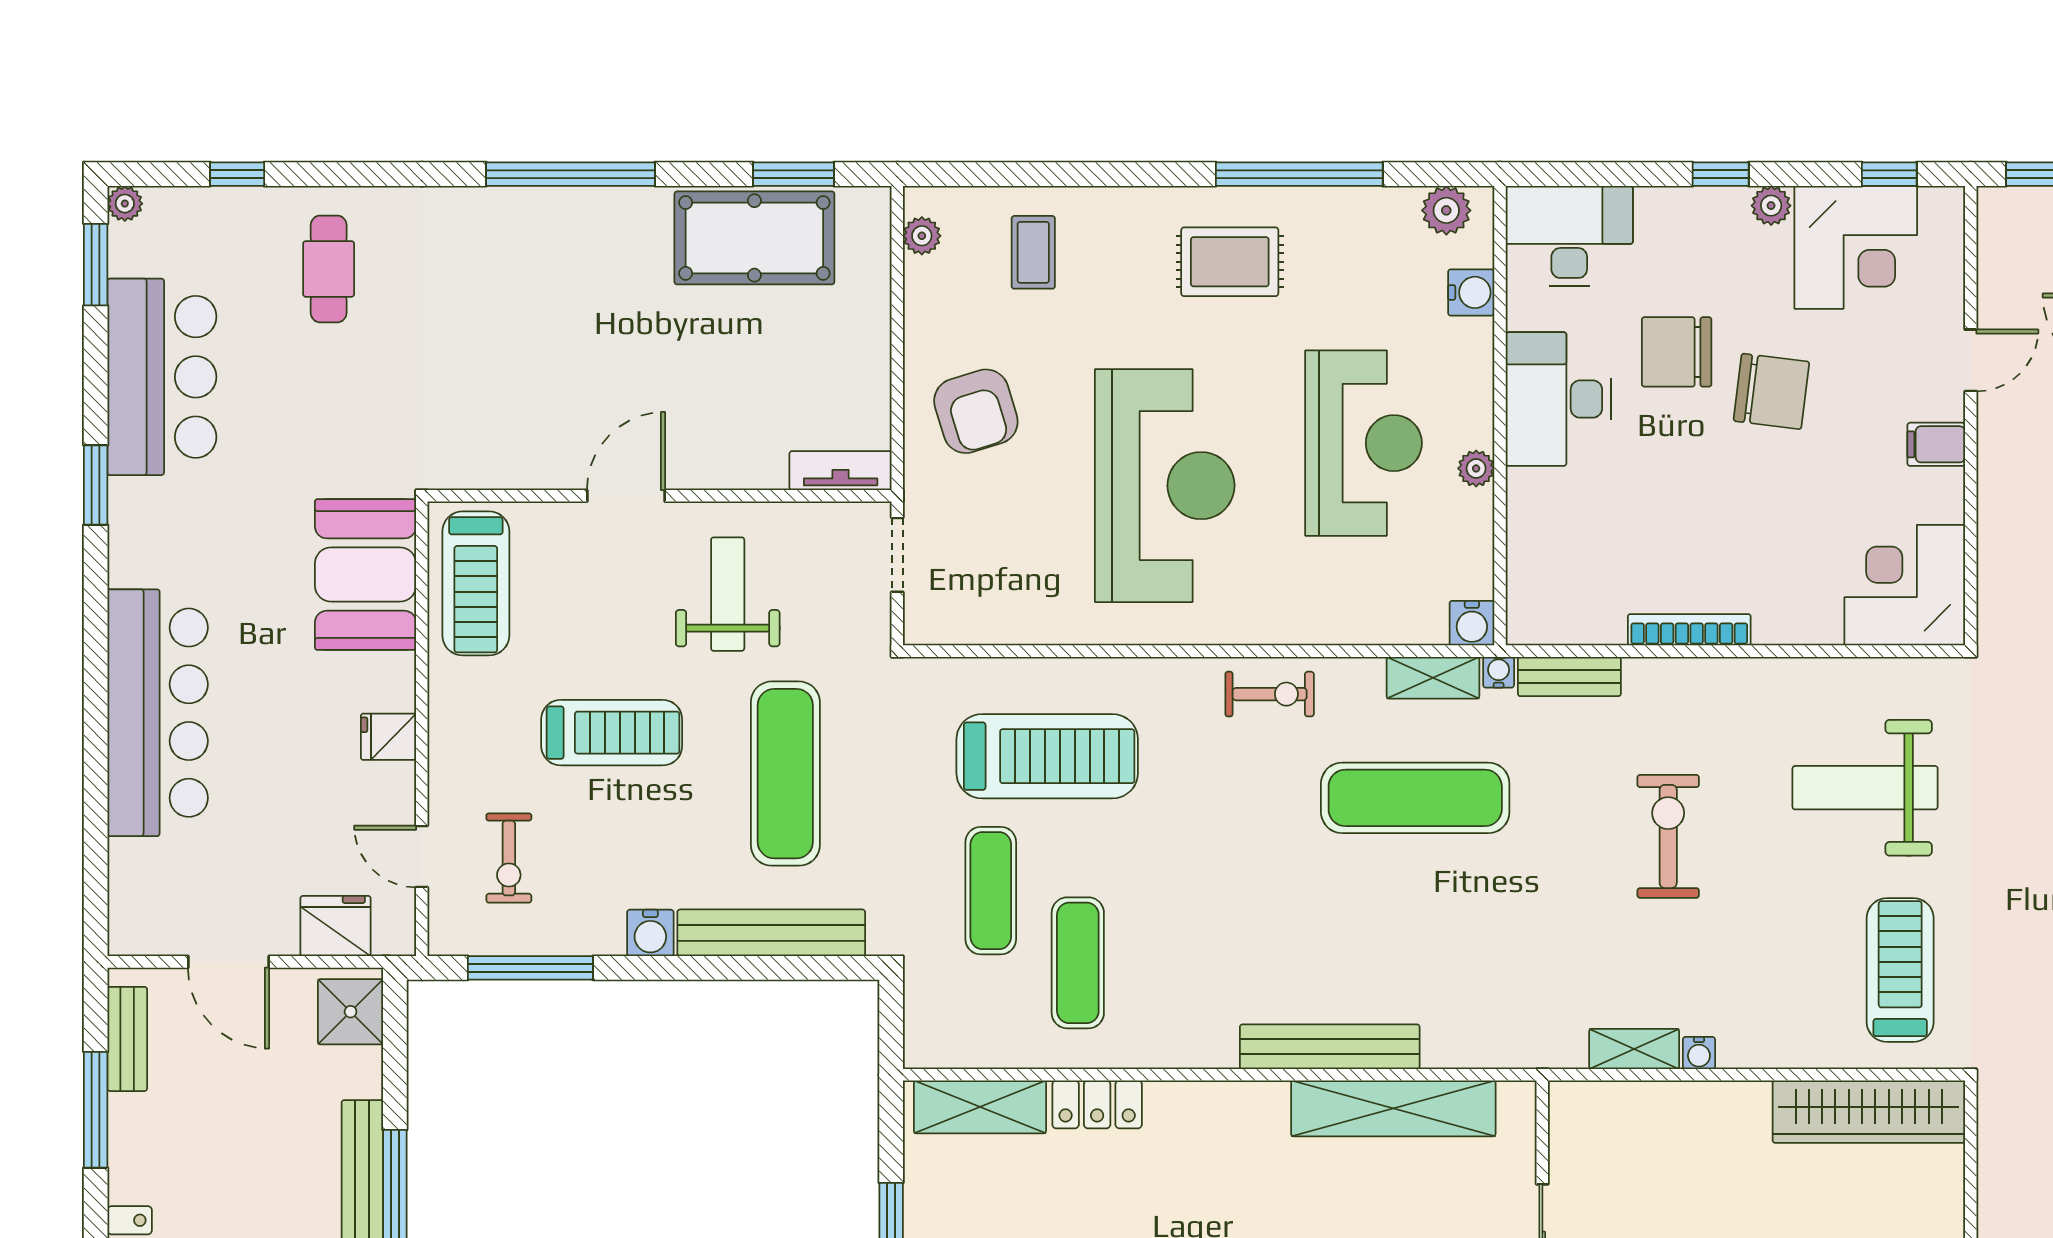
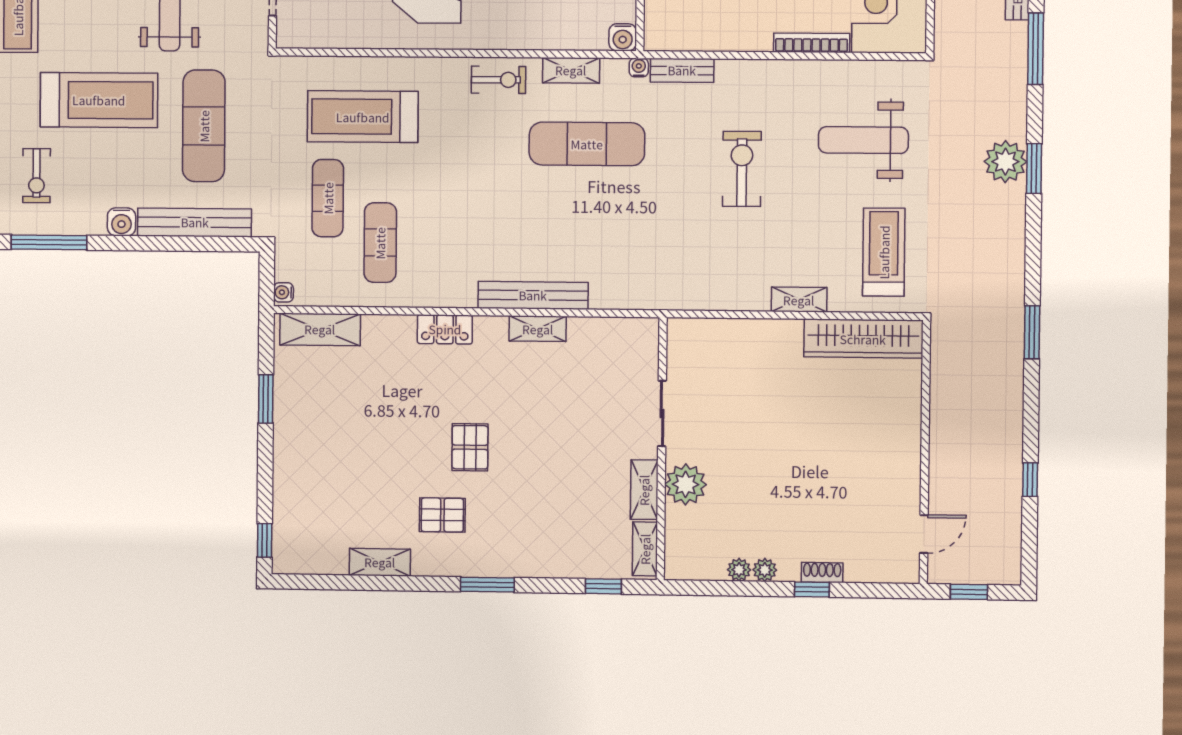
bookcase: (1689, 630) -> (812, 43), moved
shelving: (1433, 678) -> (571, 70), moved
treadmill: (612, 733) -> (99, 100), width x1.37, depth x1.38
treadmill: (1047, 756) -> (363, 117), turned 180
shelving: (1634, 1049) -> (799, 300), moved
water cooler: (1699, 1053) -> (283, 292), moved, turned 90
locker: (1097, 1104) -> (445, 329), moved
shelving: (1393, 1108) -> (538, 329), width x0.45, depth x0.75

